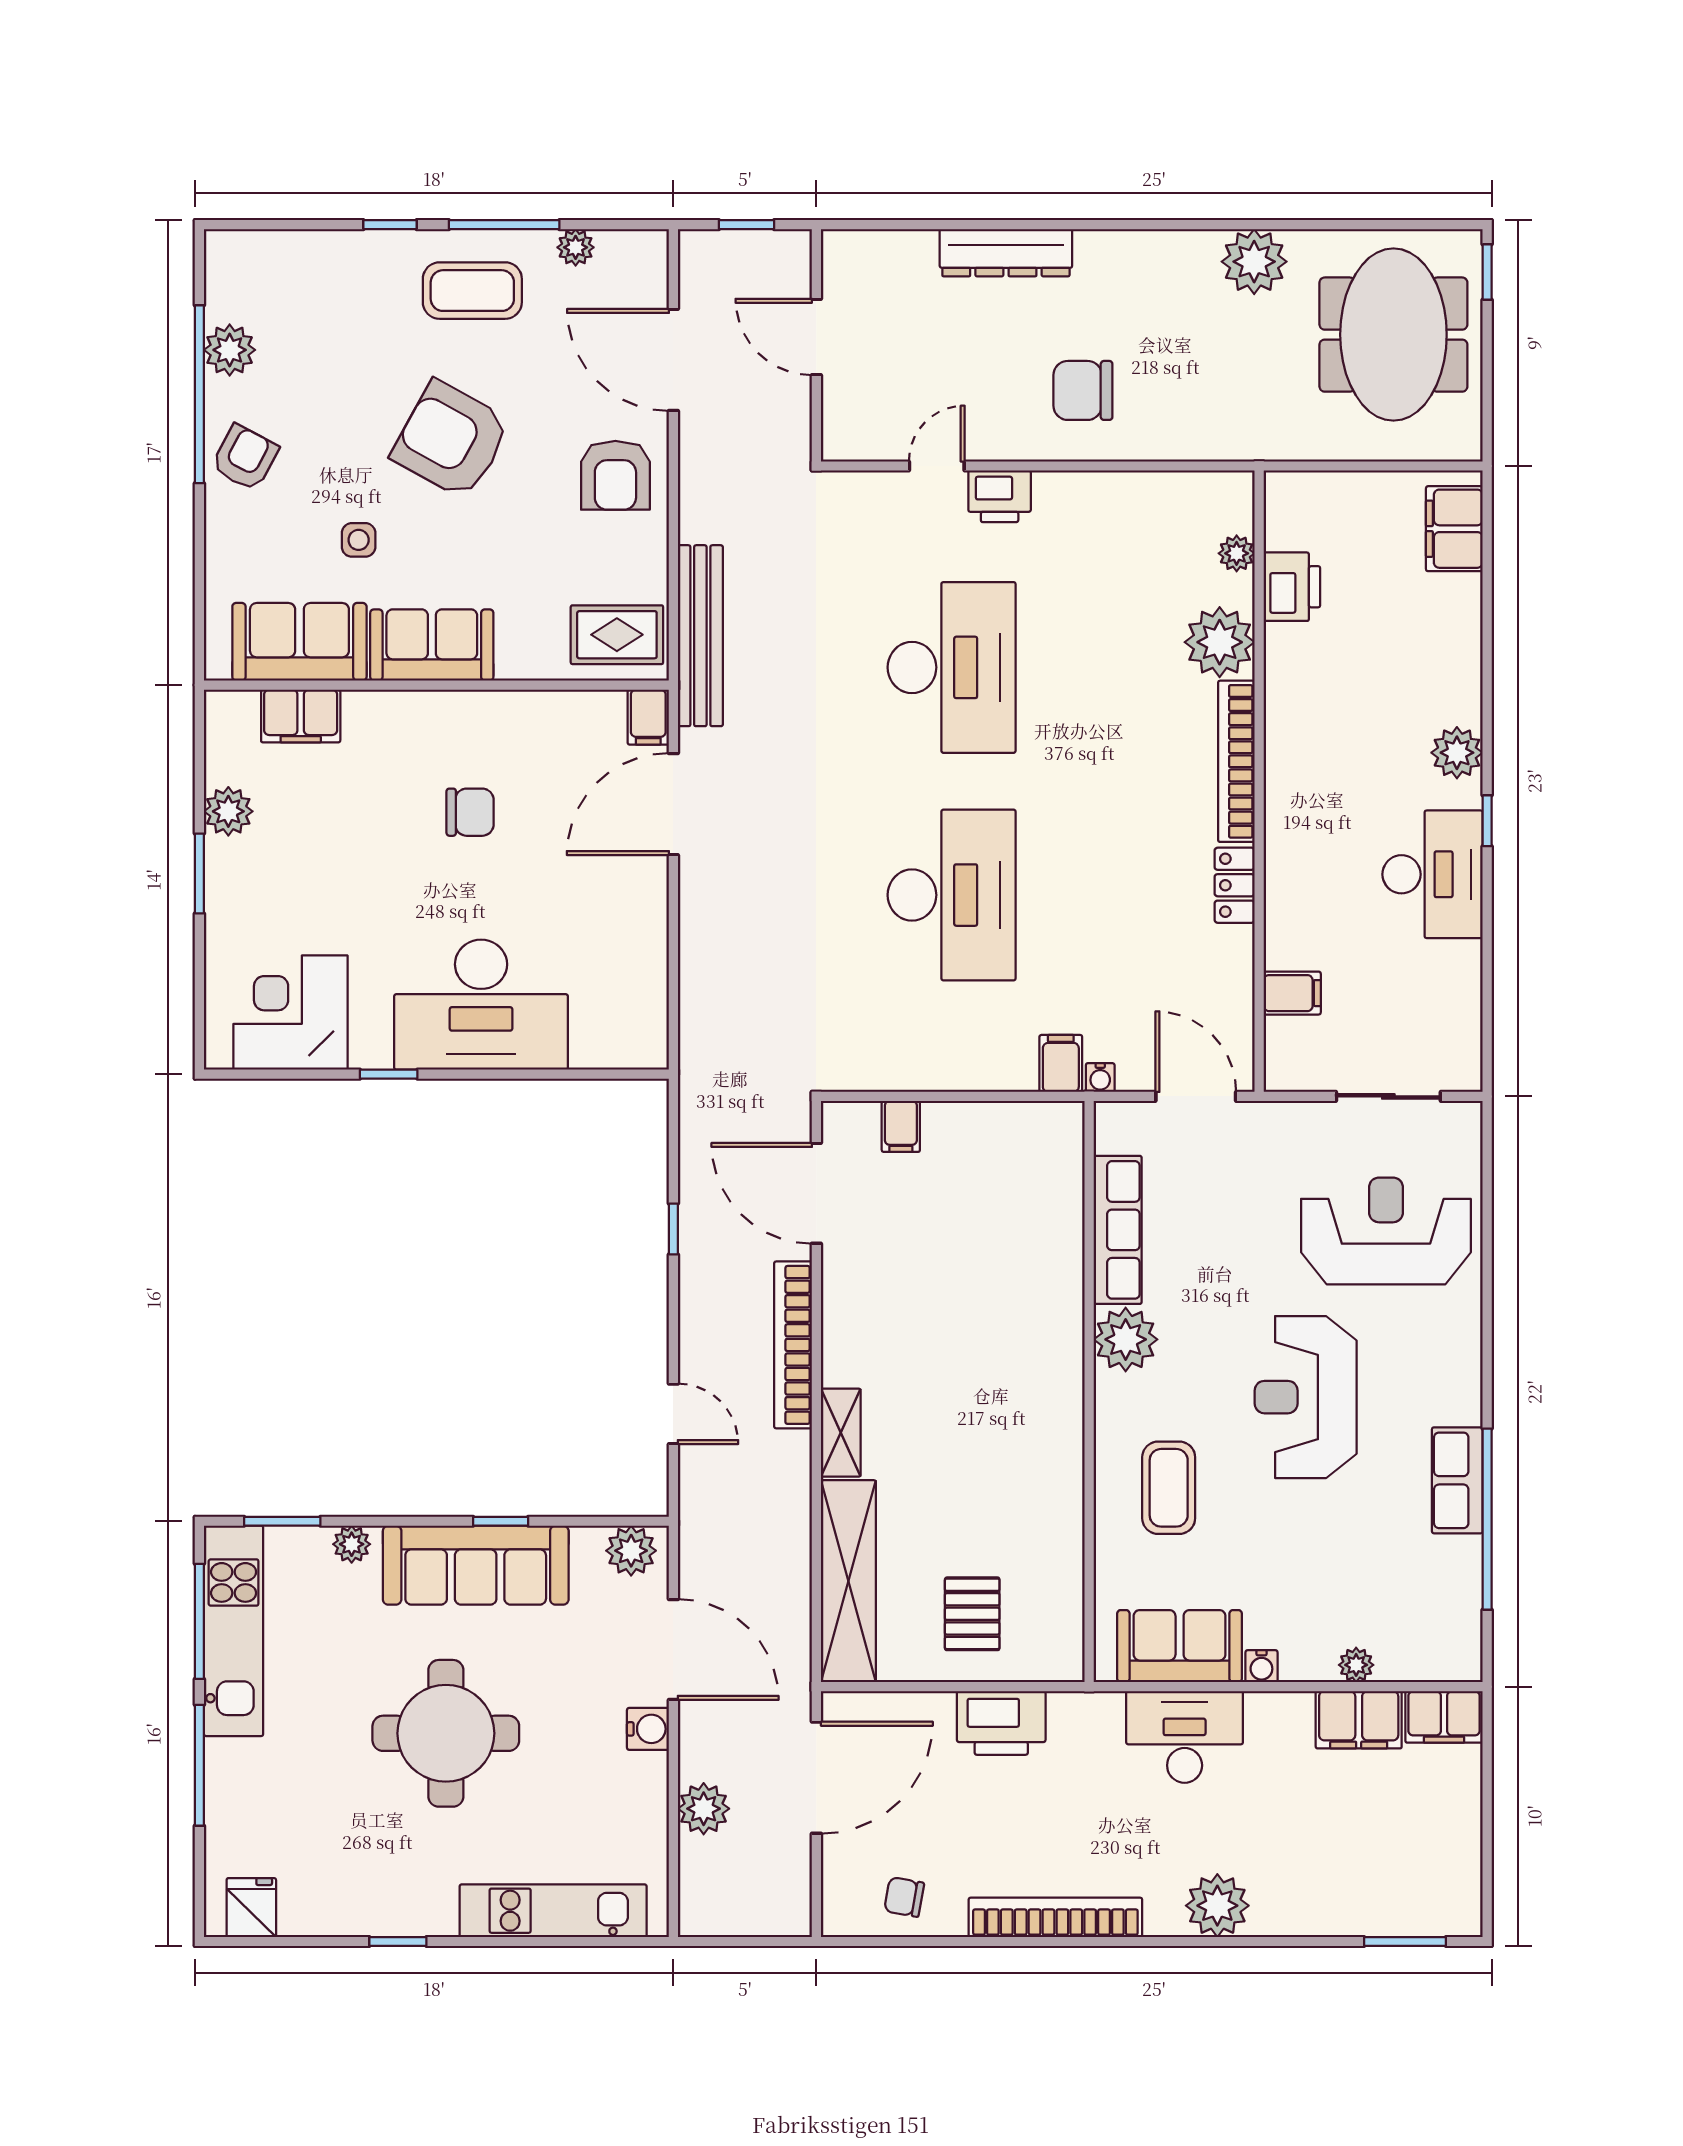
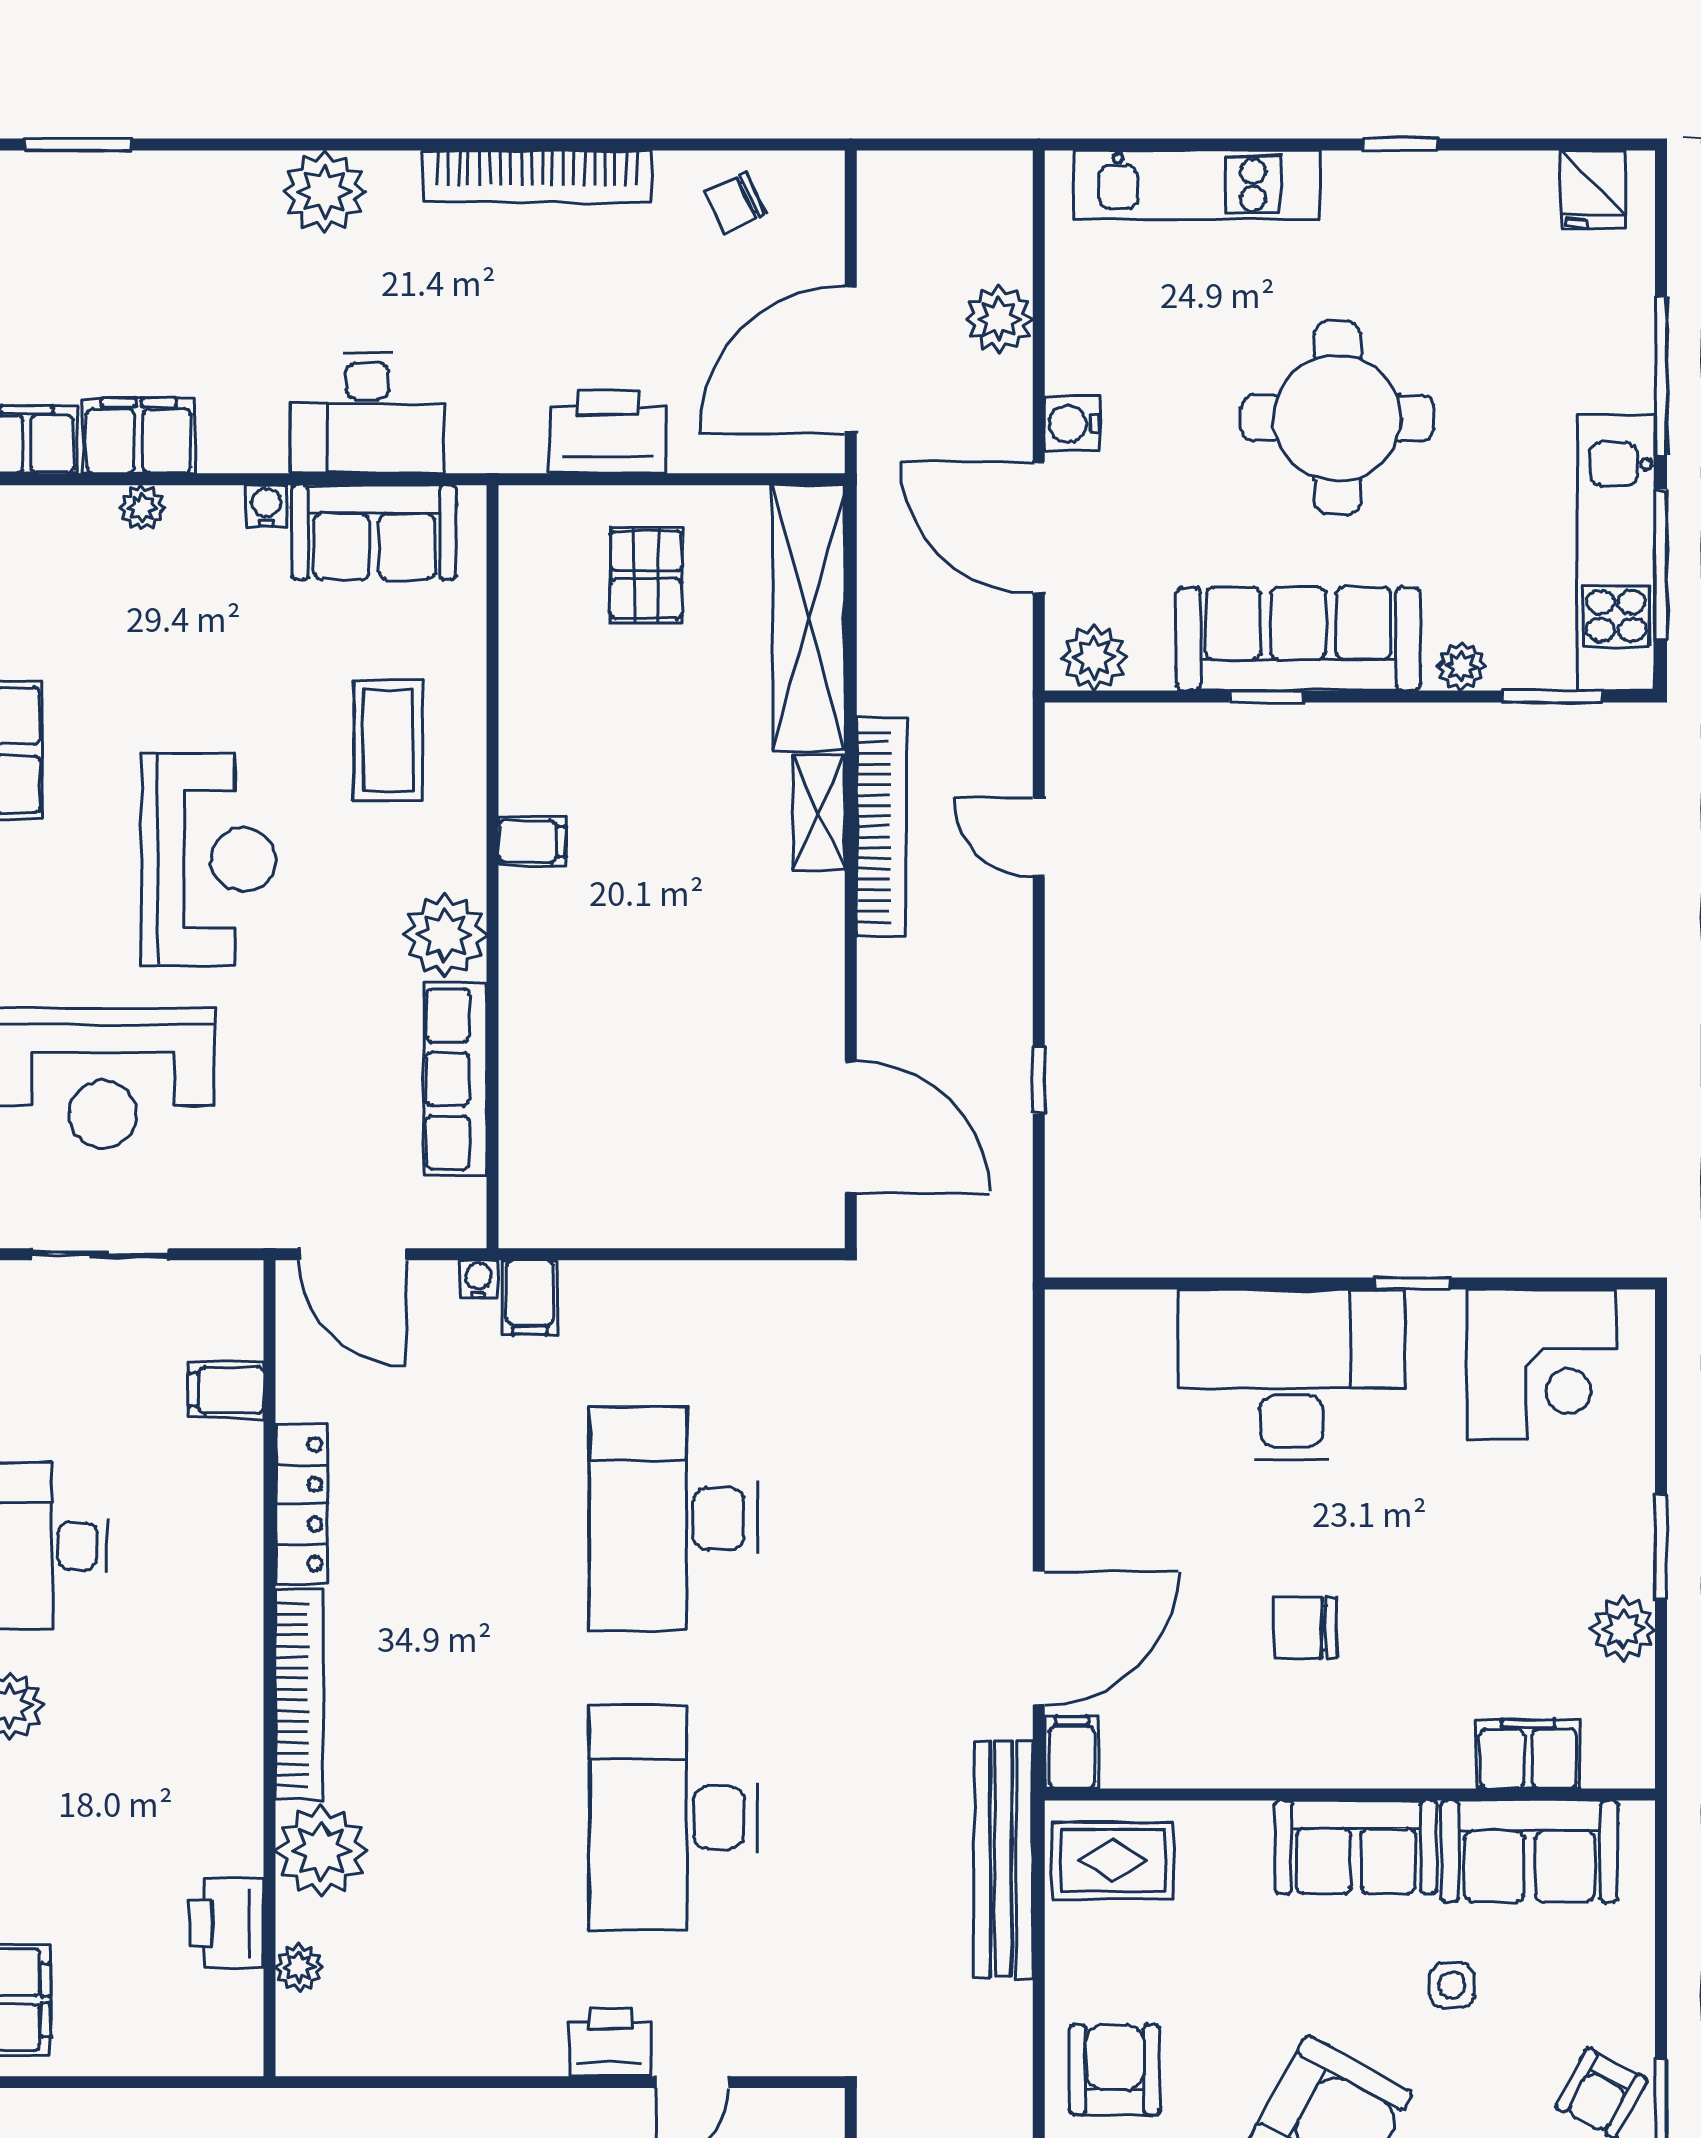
locker: (1235, 885) -> (302, 1504), width x1.53
filing cabinet: (901, 1126) -> (532, 841), moved, turned 90
bookcase: (793, 1345) -> (882, 827), moved
chair: (904, 1897) -> (736, 203), turned 144

